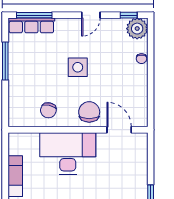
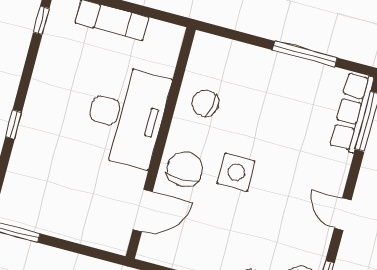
side table: (78, 67) -> (236, 172), moved
chair: (89, 112) -> (185, 169), turned -90

